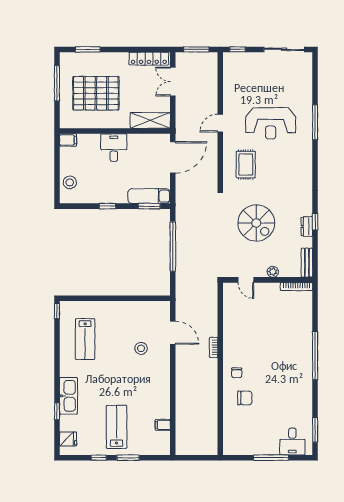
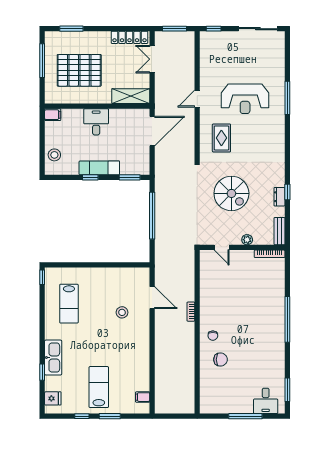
exam couch: (149, 196) -> (99, 168), moved
filing cabinet: (163, 425) -> (143, 397), moved

